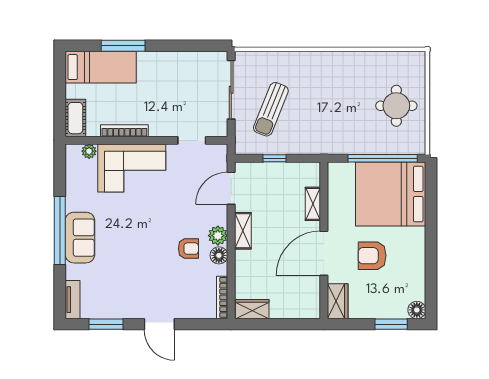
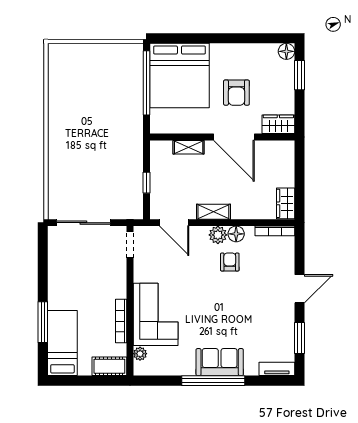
round table: (396, 106) -> (98, 70), removed
sun lounger: (271, 109) -> (101, 186), removed
doorway: (192, 140) -> (130, 245), moved

